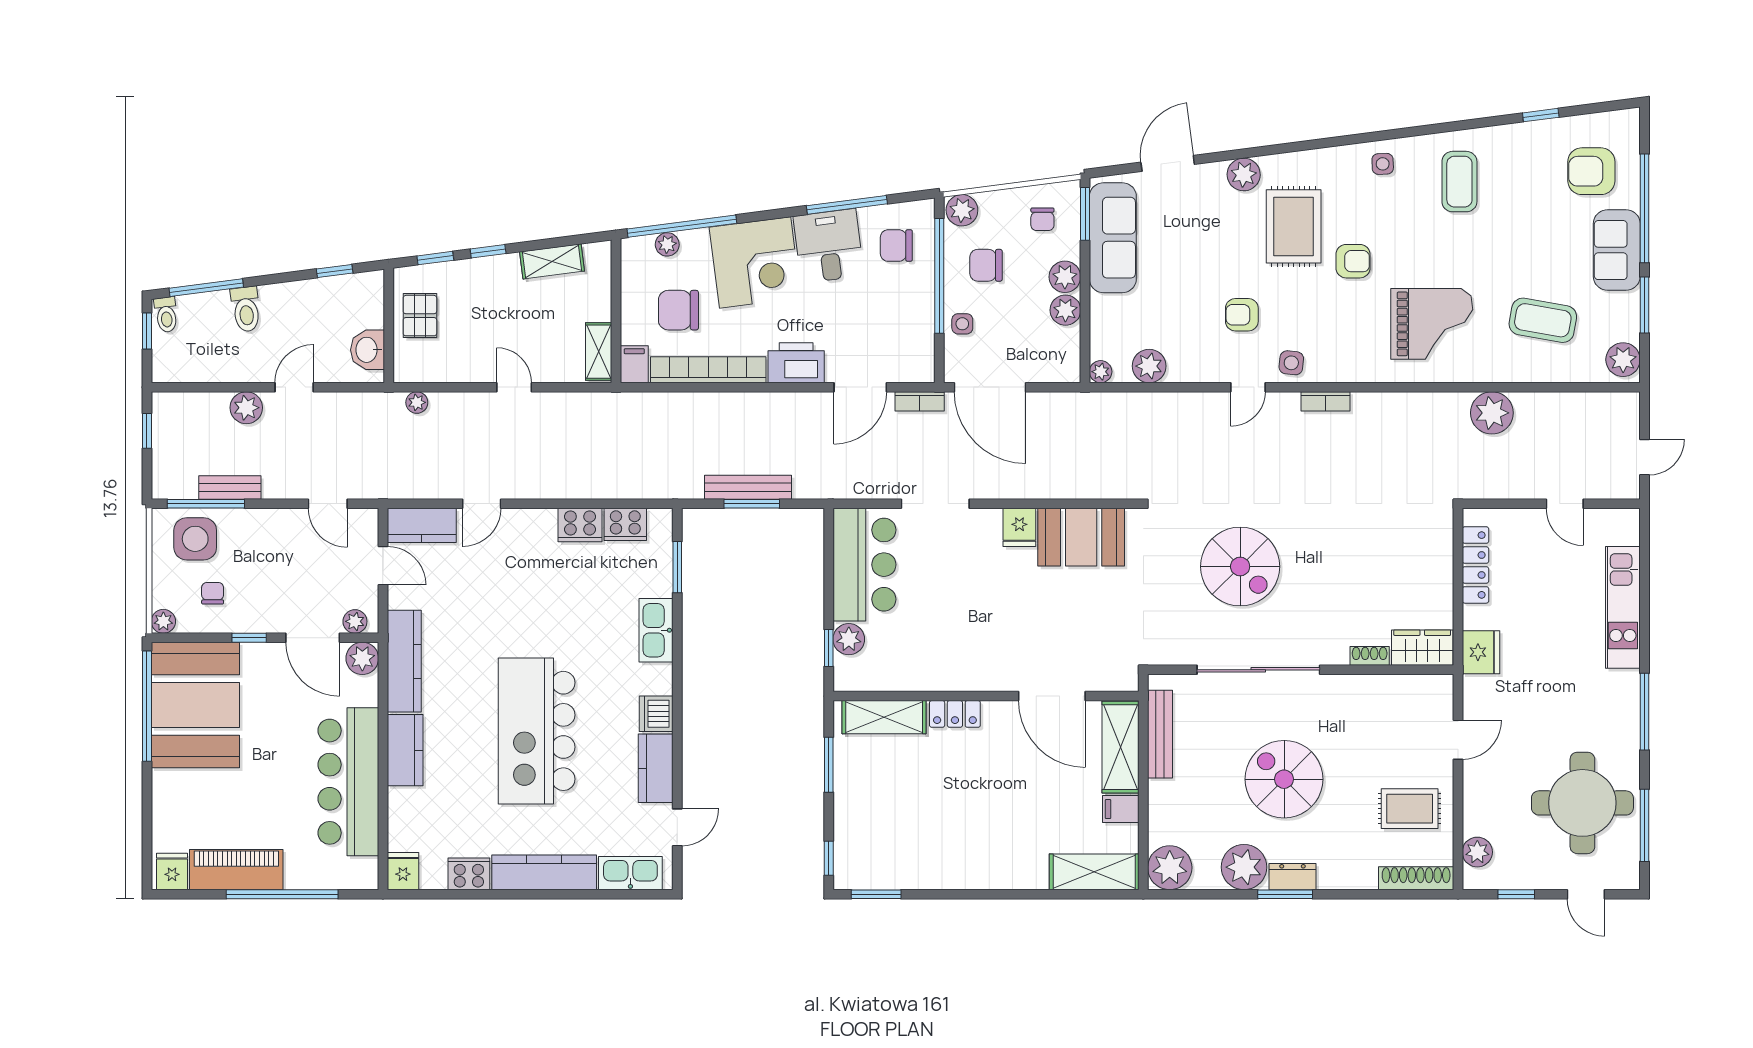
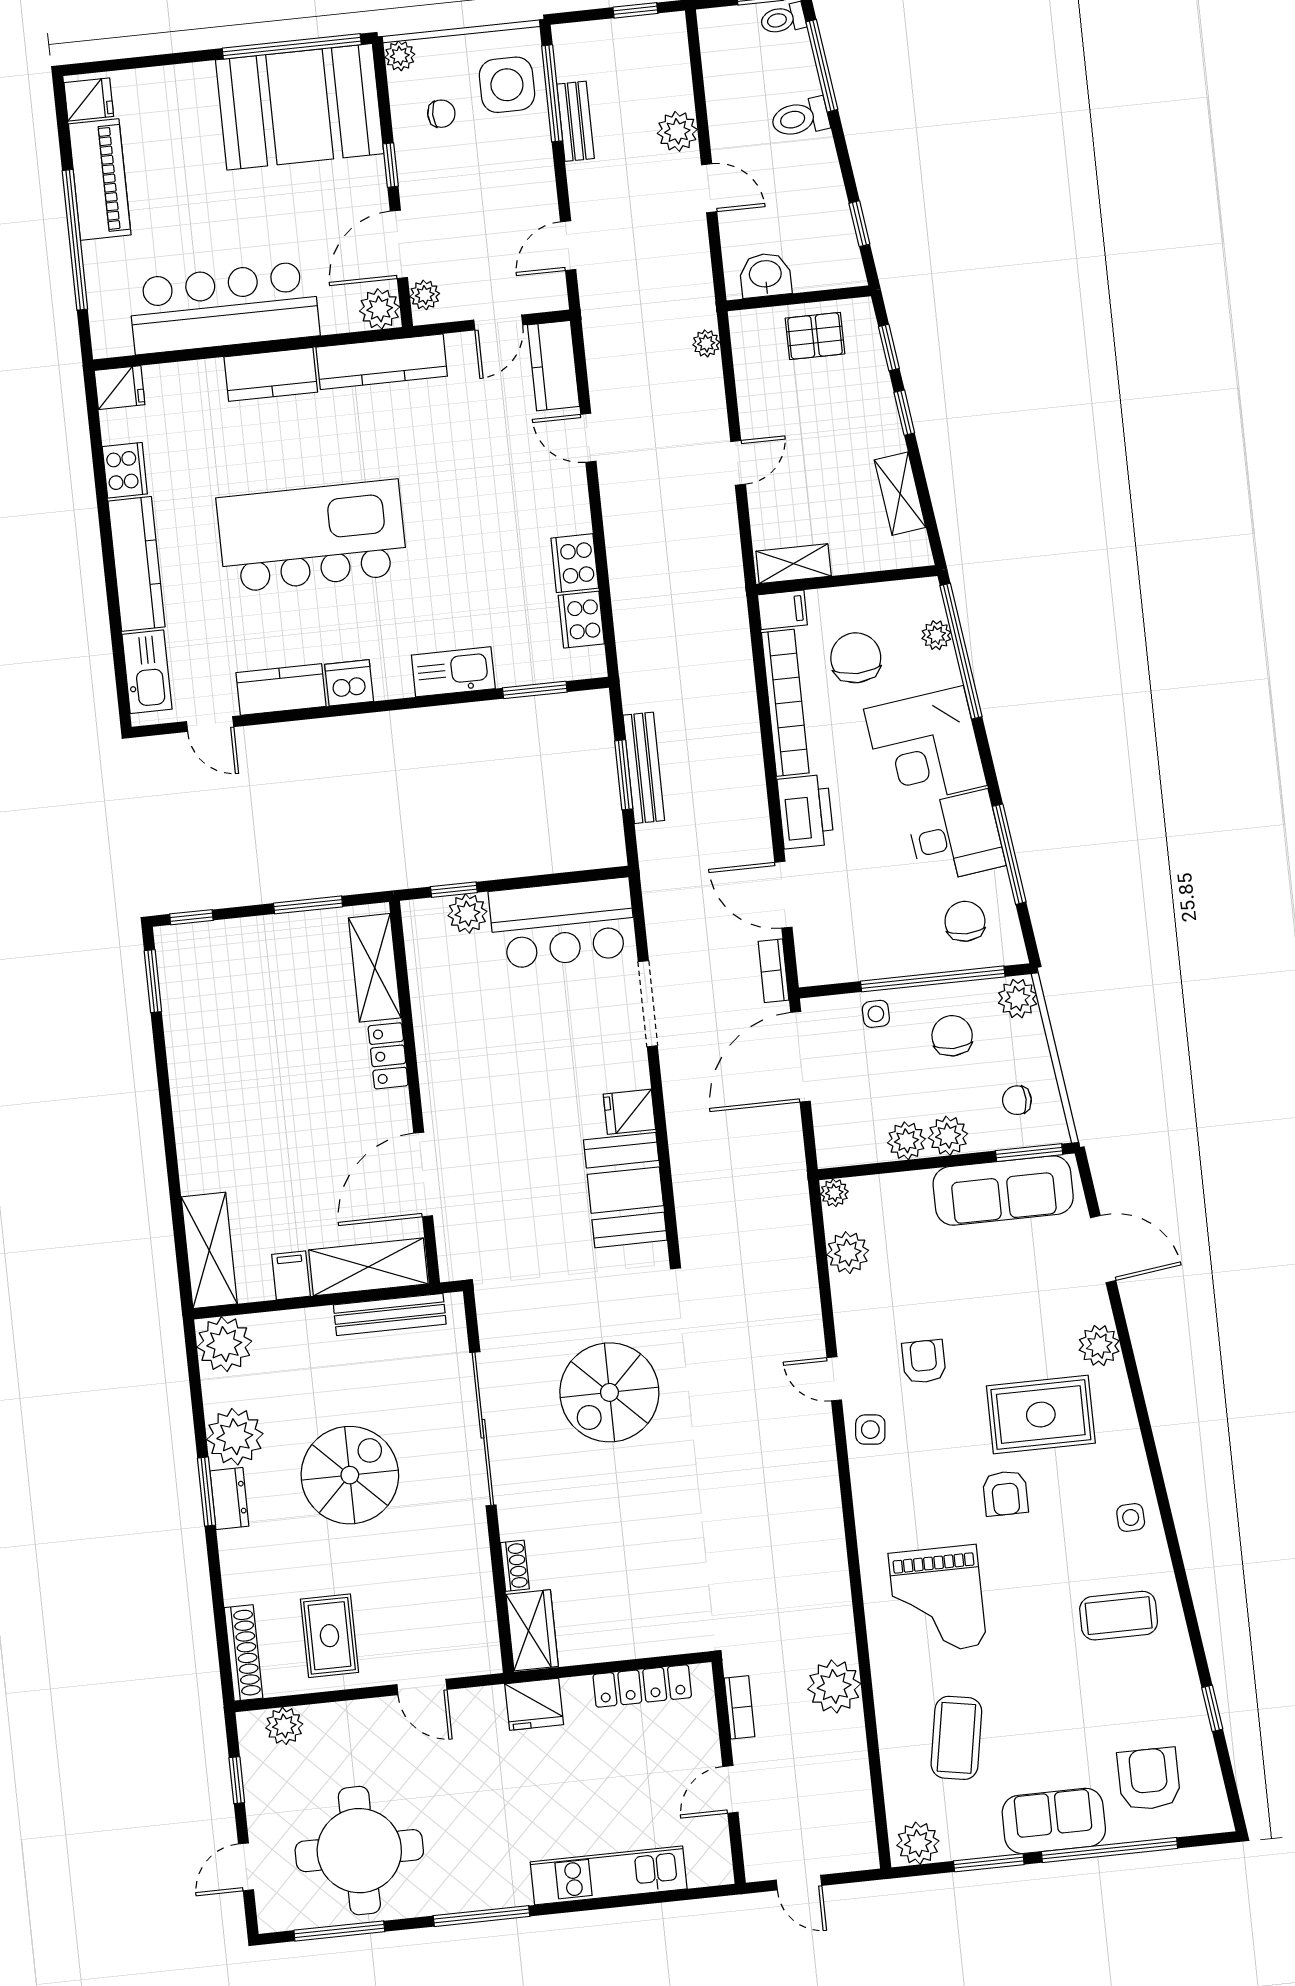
bookcase: (1325, 401) -> (740, 1707), moved, turned 180

